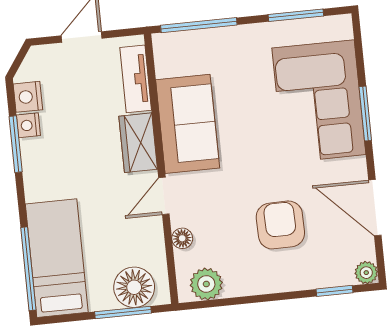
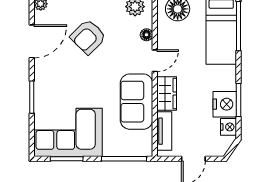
corner sofa: (319, 101) -> (68, 132), moved, turned -90
nightstand: (28, 125) -> (225, 104), width x1.89, depth x1.79
door: (375, 208) -> (32, 41), hinge flipped
armchair: (280, 225) -> (88, 37), turned 46

